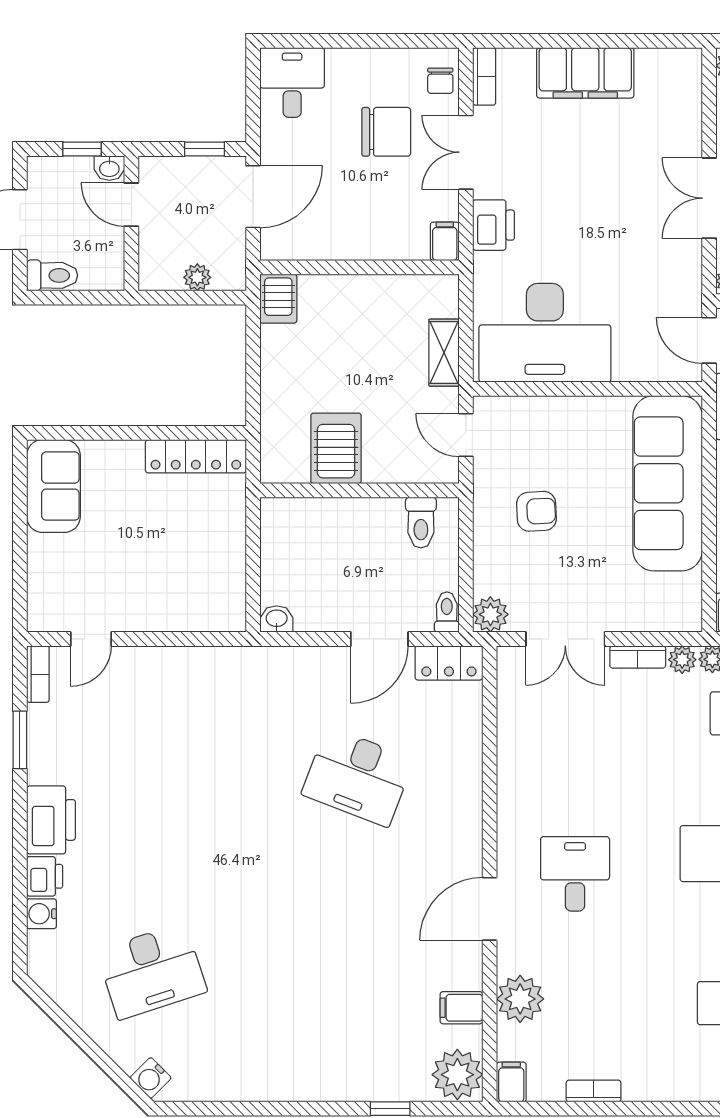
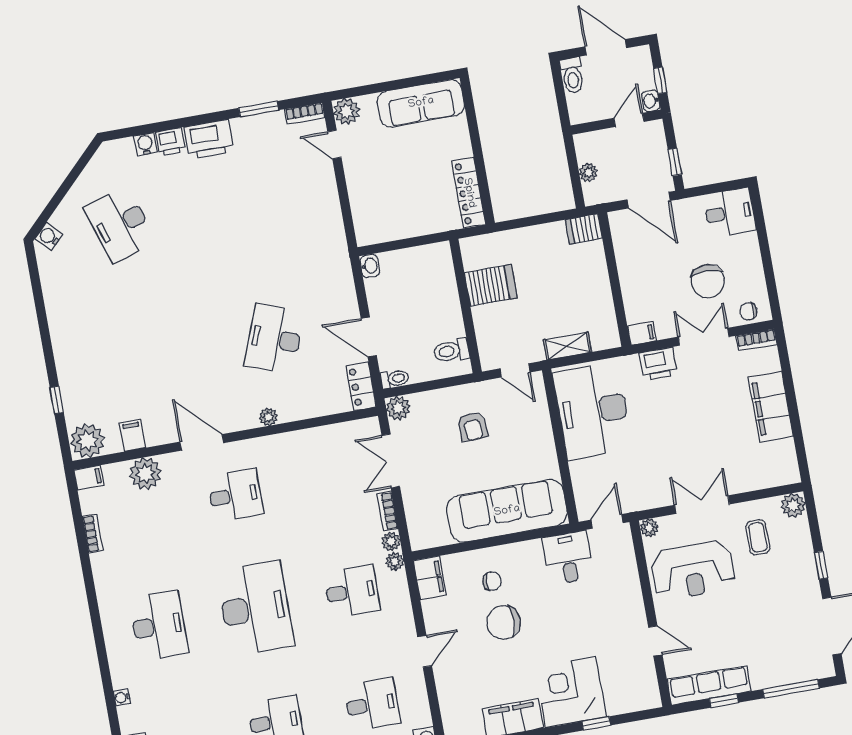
door: (466, 435) -> (515, 370), swing flipped
sofa: (53, 486) -> (421, 103), width x1.36
plant: (46, 613) -> (347, 111), added
plant: (469, 806) -> (268, 417), added

